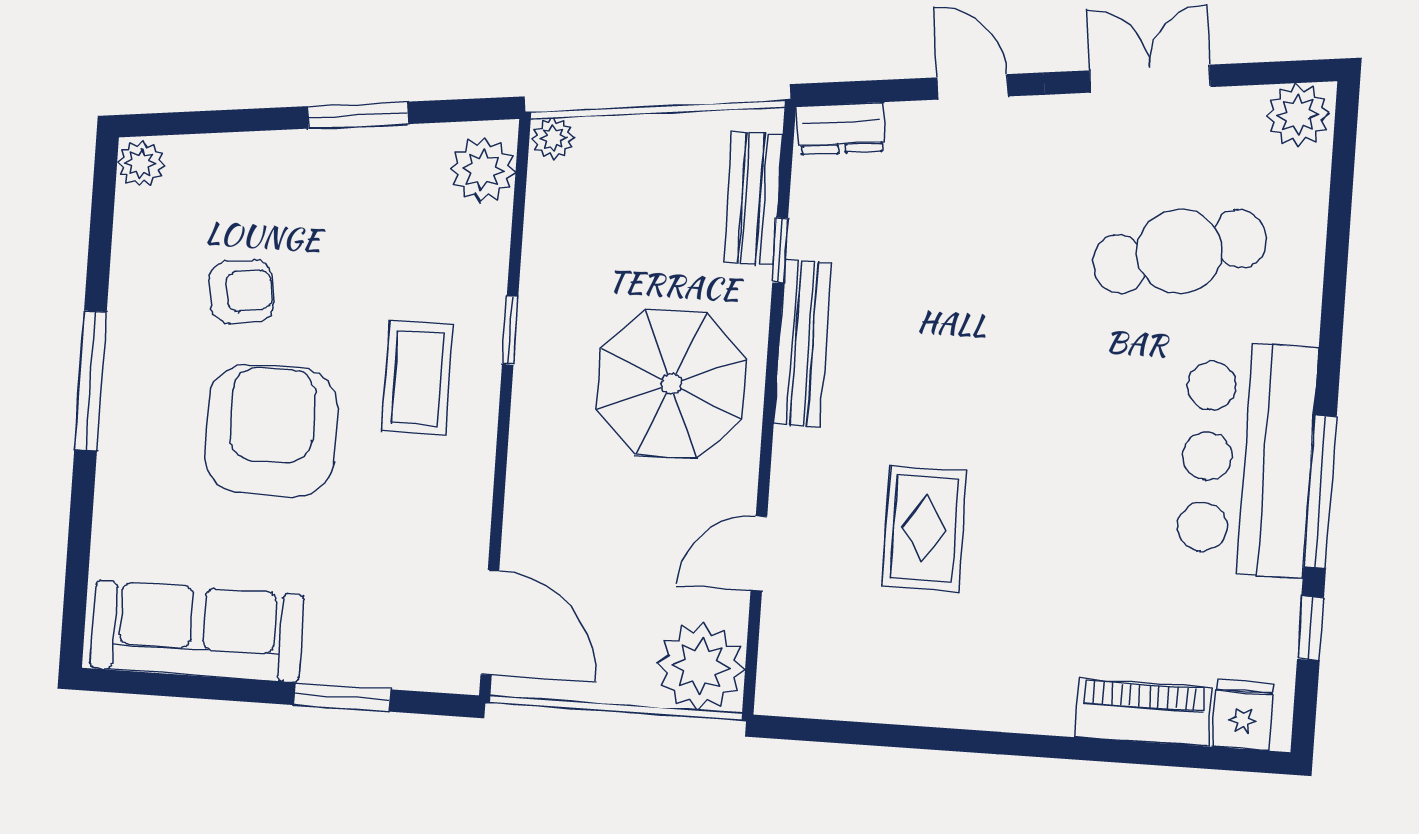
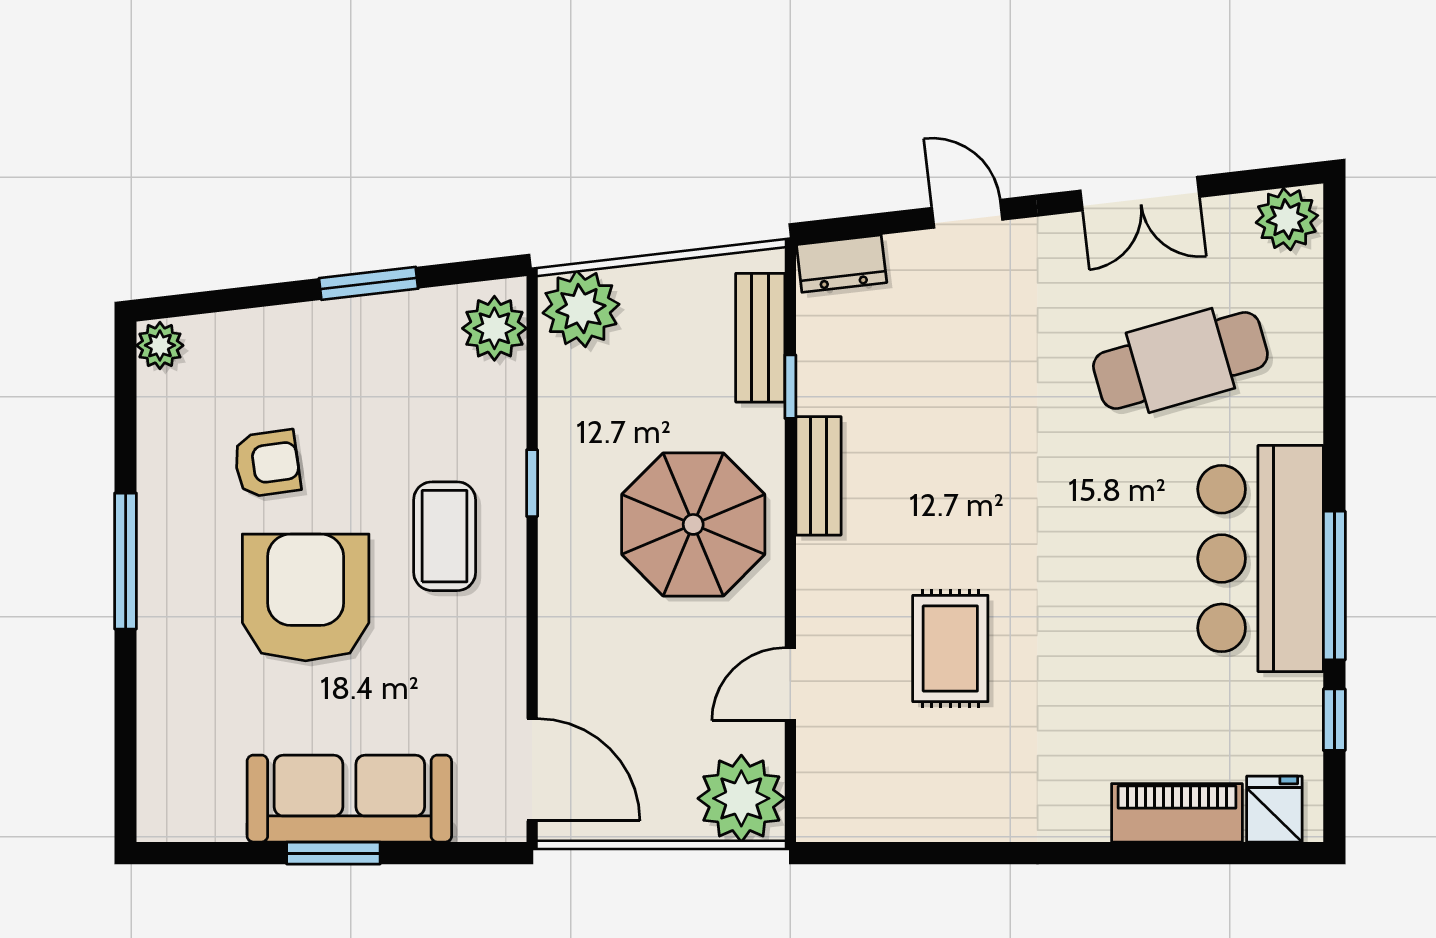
double door: (1150, 79) -> (1140, 194), swing flipped
plant: (553, 138) -> (581, 309), width x1.88, depth x1.88
bench: (802, 343) -> (818, 476), width x0.73
sofa: (197, 631) -> (349, 799), moved
window: (342, 697) -> (333, 853), moved

